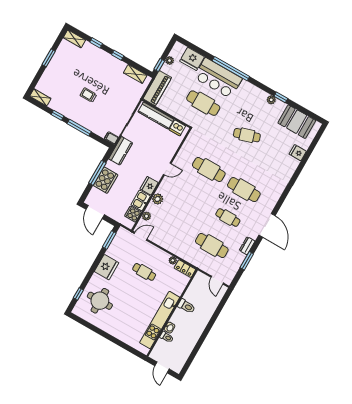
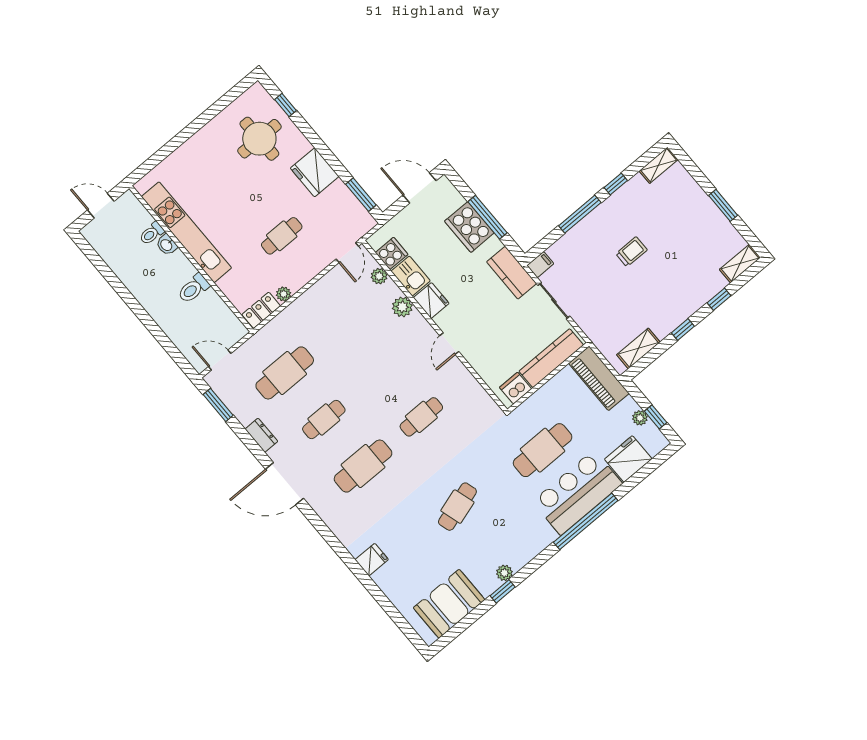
window: (159, 65) -> (656, 417), moved
fridge: (298, 153) -> (372, 560), moved
cafe table: (209, 169) -> (421, 417), width x0.73, depth x0.74
window: (247, 261) -> (218, 405), moved

